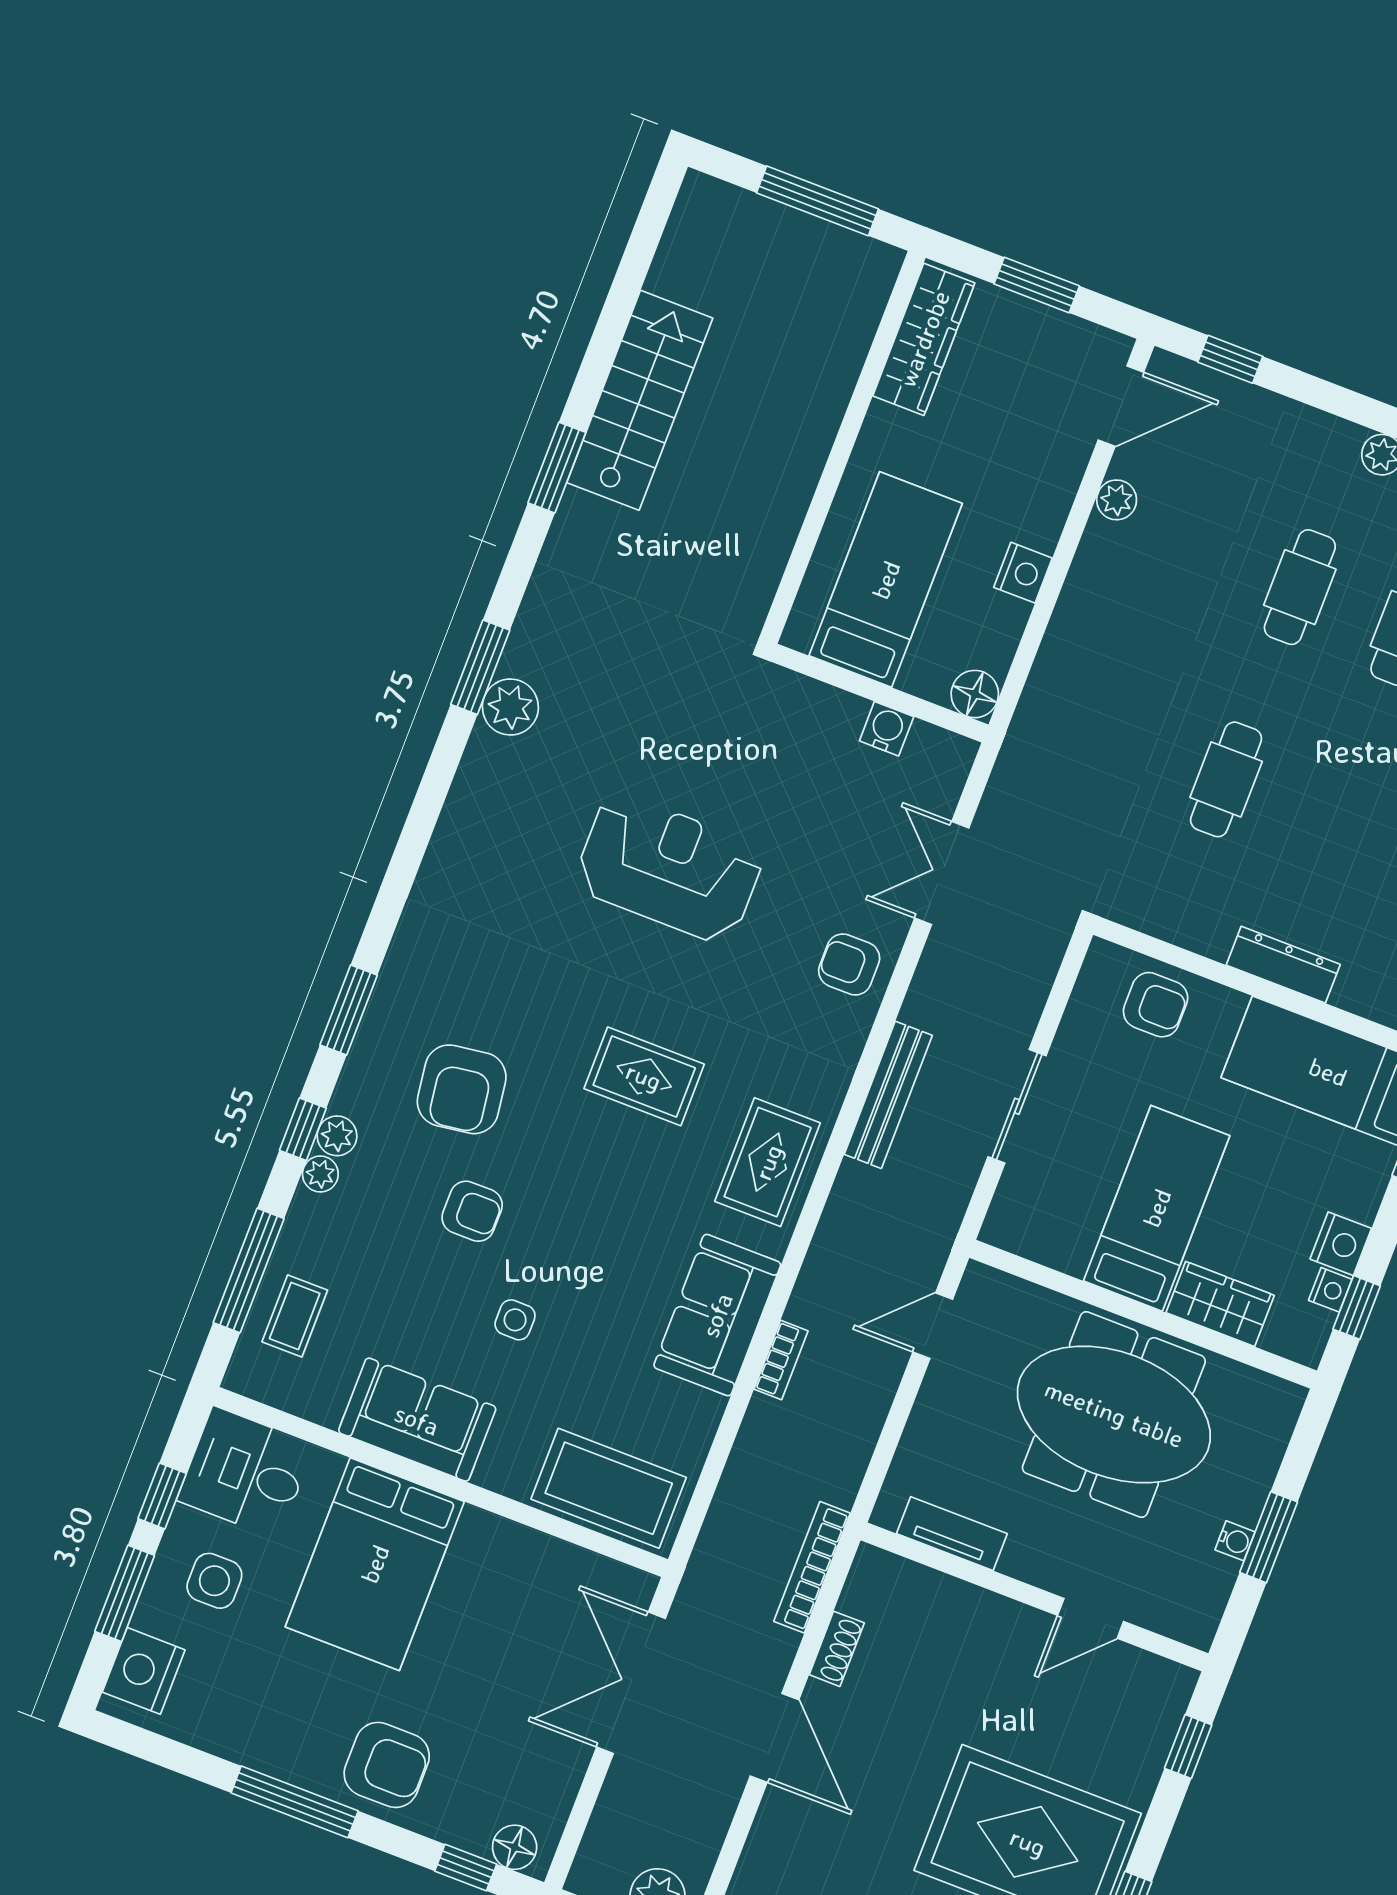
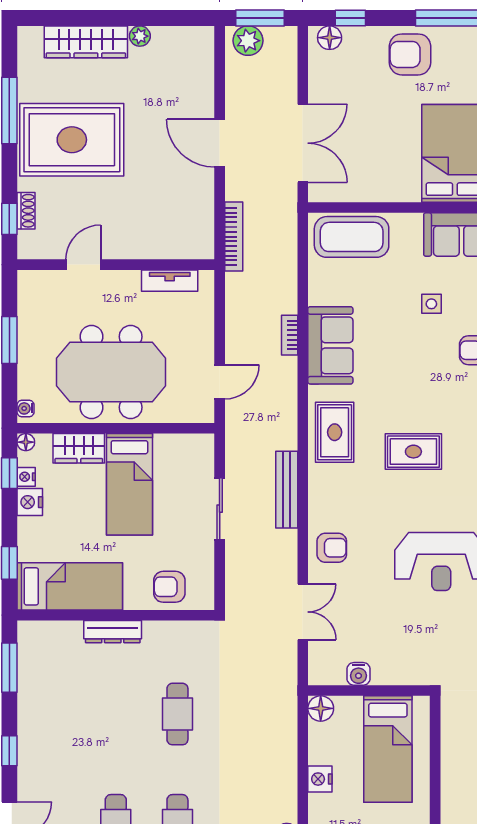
floor lamp: (1308, 1350) -> (26, 442), added
water cooler: (1235, 1541) -> (25, 408), moved
shoe rack: (837, 1649) -> (26, 211), moved, turned 180

